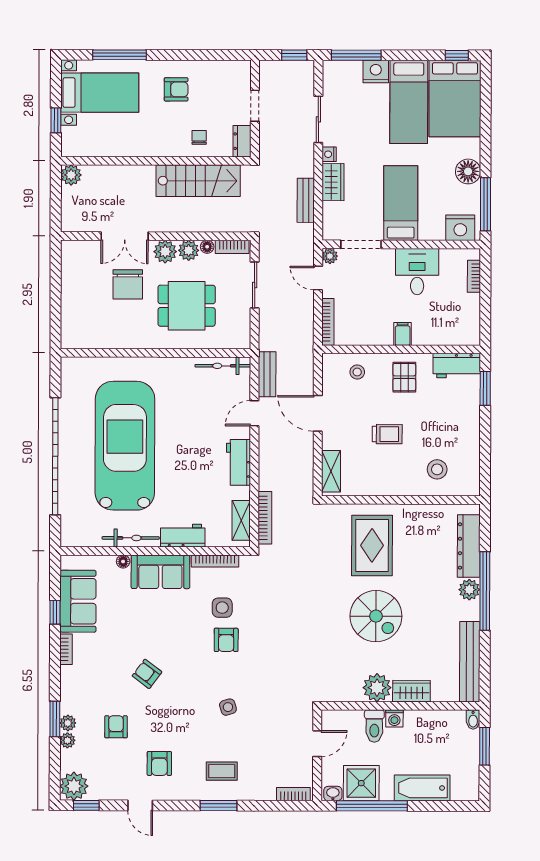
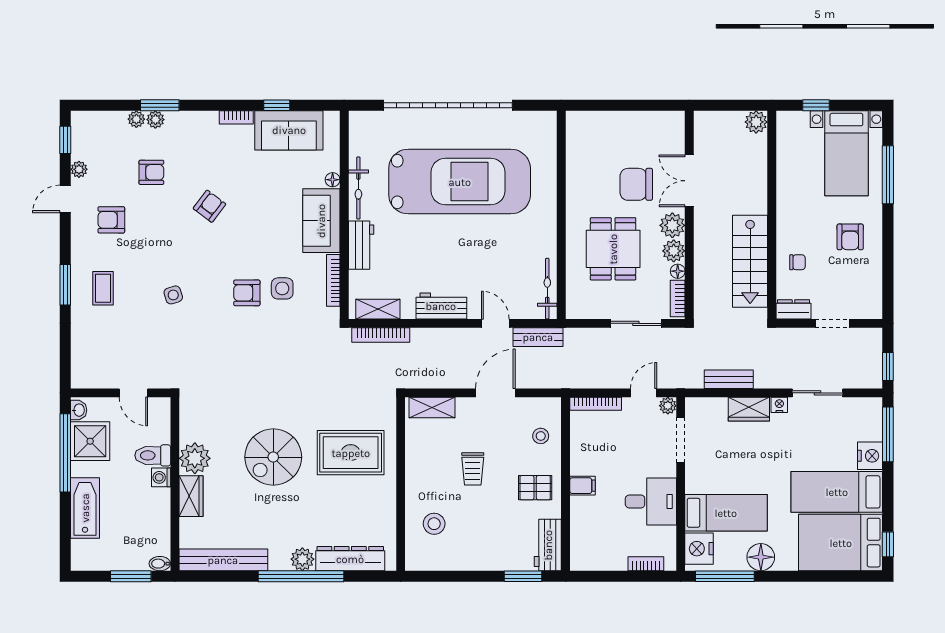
bed: (401, 203) -> (726, 513), moved
plant: (74, 786) -> (79, 169), moved, width x0.53, depth x0.53
bookcase: (293, 794) -> (78, 367), removed

